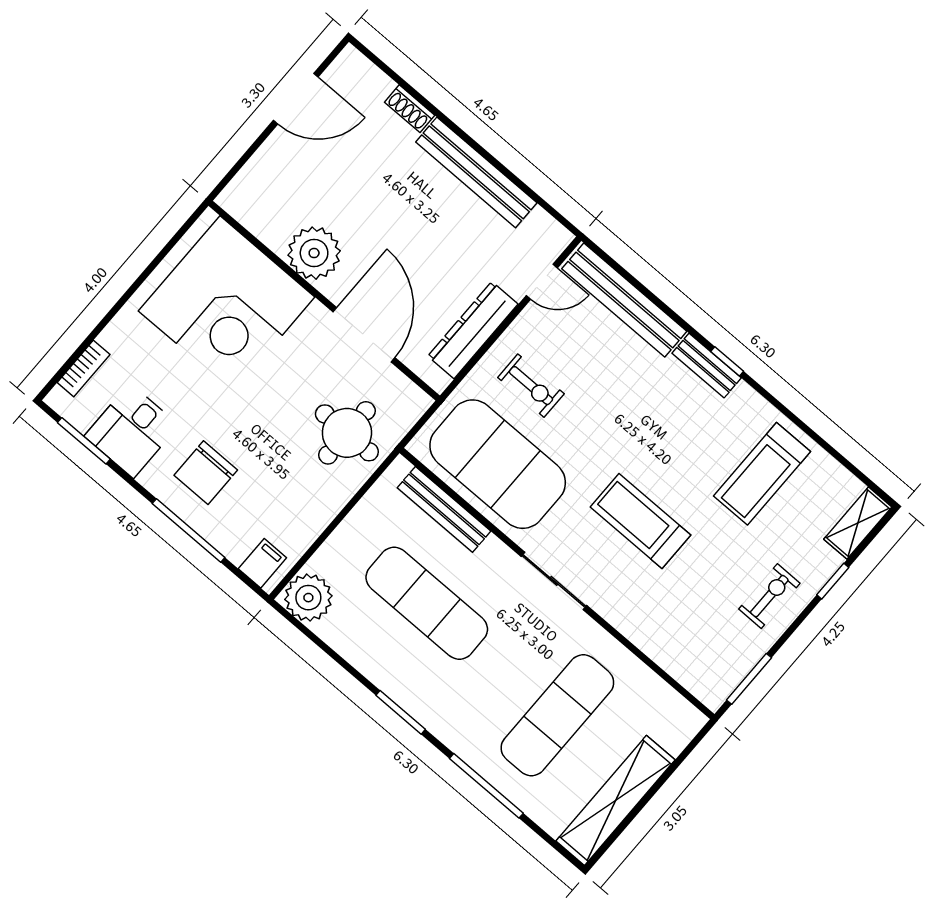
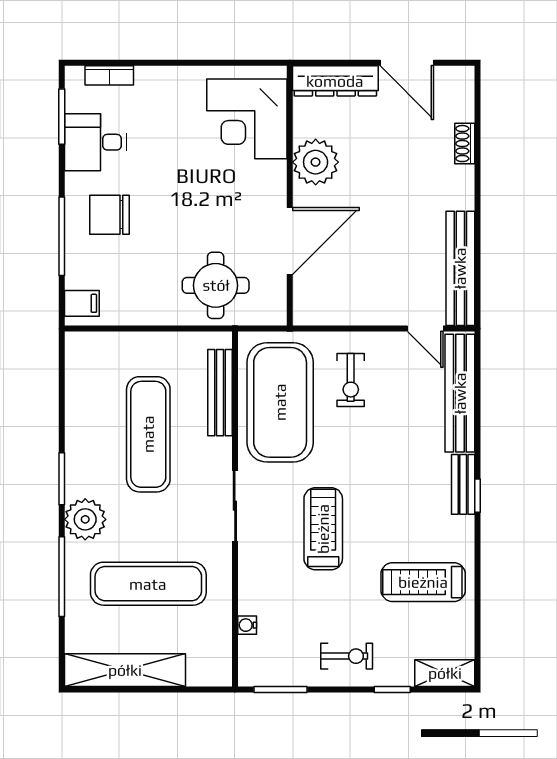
bench: (476, 172) -> (460, 268), moved
corner desk: (227, 304) -> (247, 119), width x0.74, depth x0.74
dresser: (473, 330) -> (335, 81), moved, turned 180
plant: (308, 598) -> (85, 519), moved
water cooler: (668, 660) -> (247, 625), added

